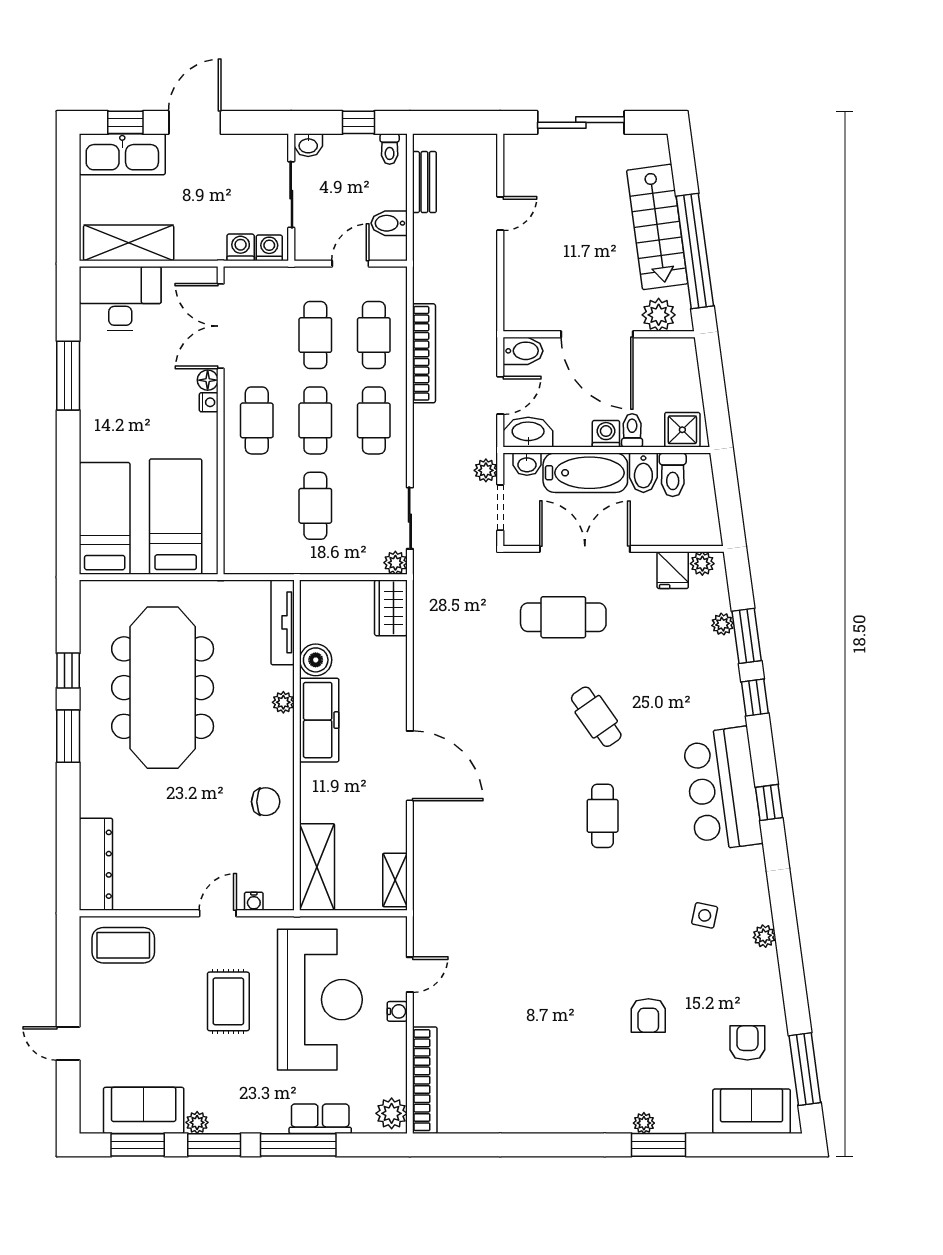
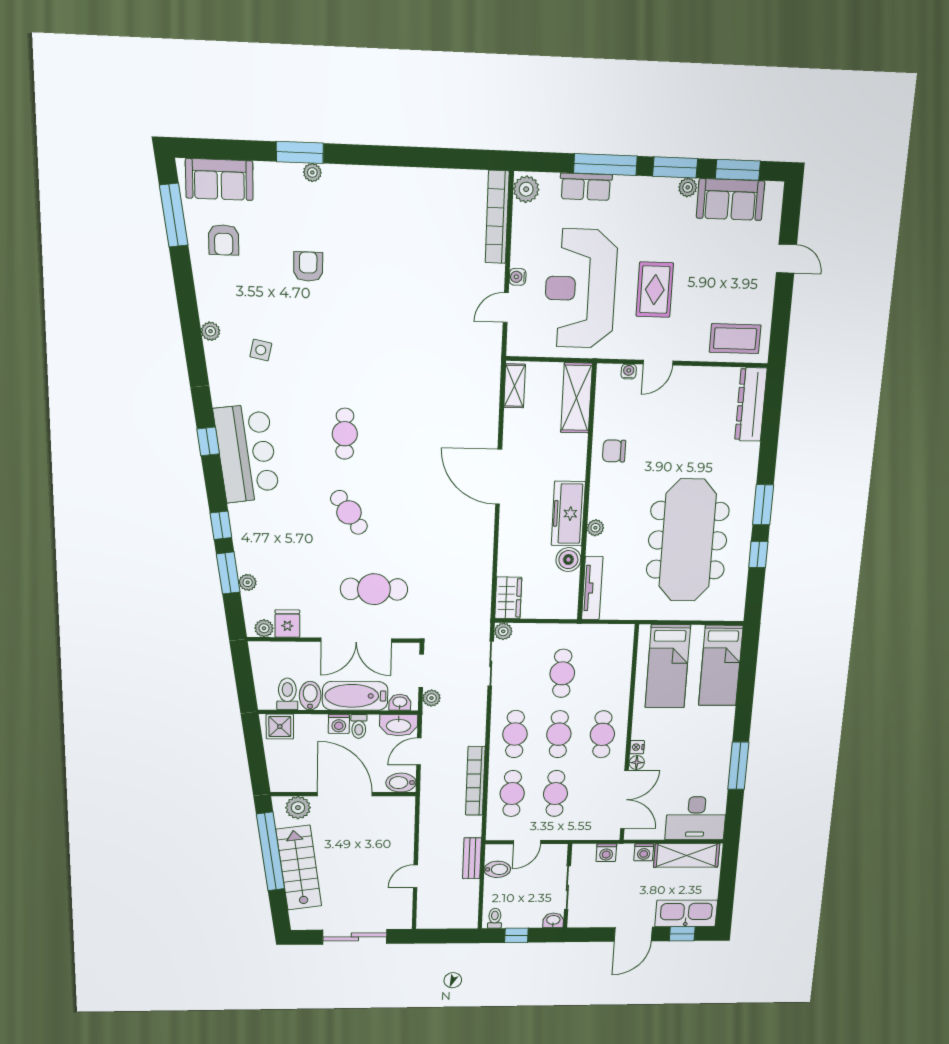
bench: (424, 182) -> (472, 858), moved
washing machine: (269, 248) -> (644, 852), moved
toilet: (632, 430) -> (359, 726), moved

